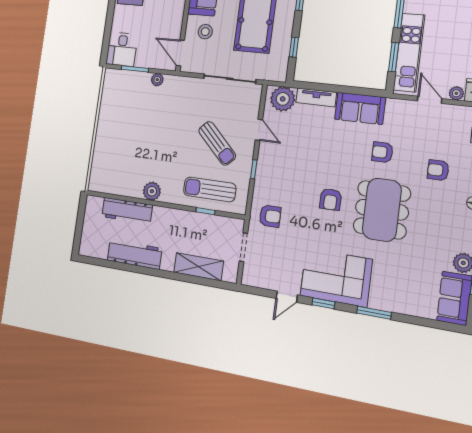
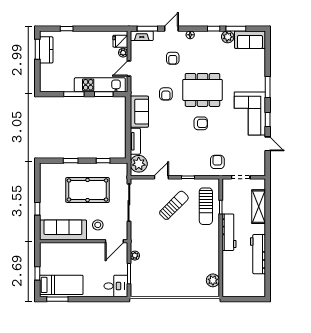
plant: (152, 191) -> (213, 280), moved
workbench: (127, 211) -> (229, 232), moved

